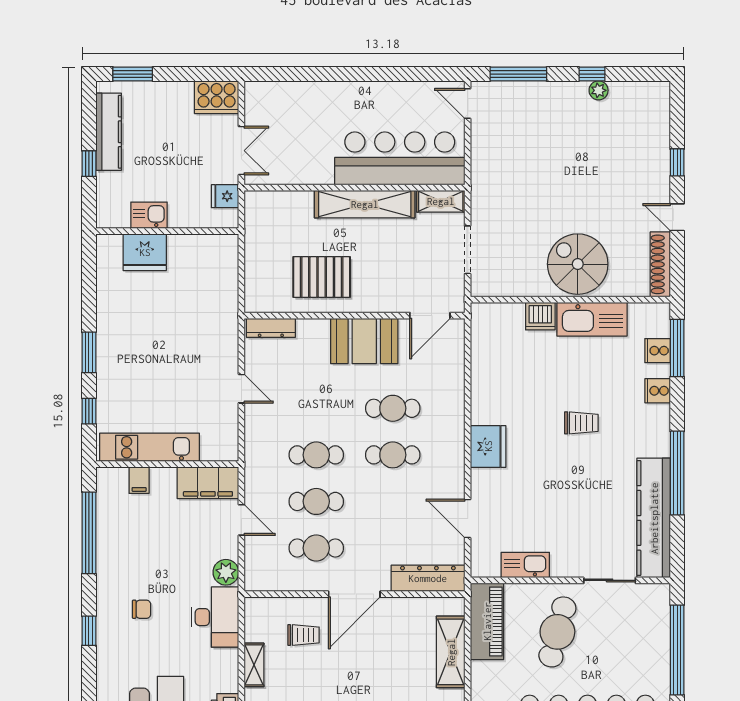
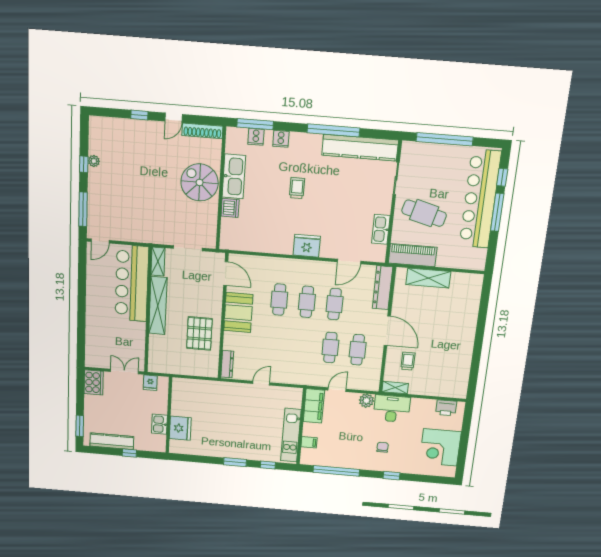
spiral stairs: (578, 264) -> (200, 182), turned 90
cafe table: (316, 455) -> (335, 304), moved
shelving: (254, 665) -> (395, 388), moved

